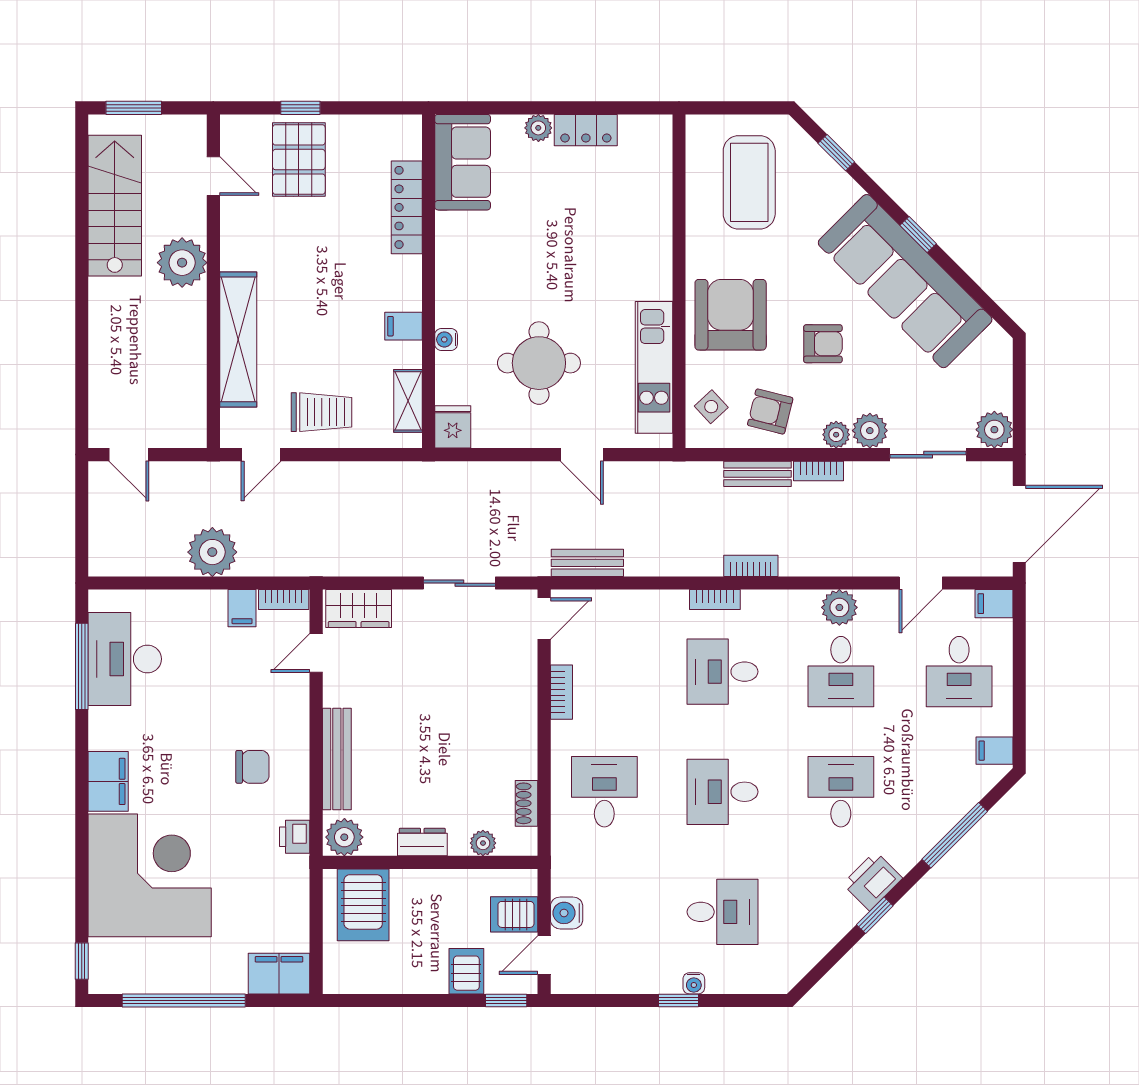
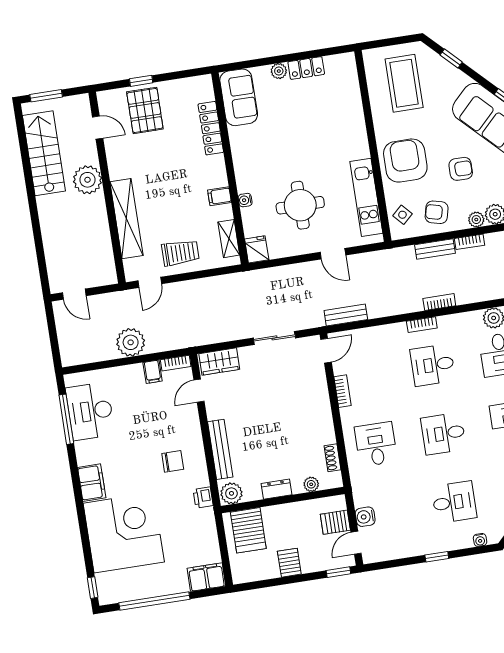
server rack: (466, 971) -> (289, 563), moved
water cooler: (694, 983) -> (480, 540), moved

